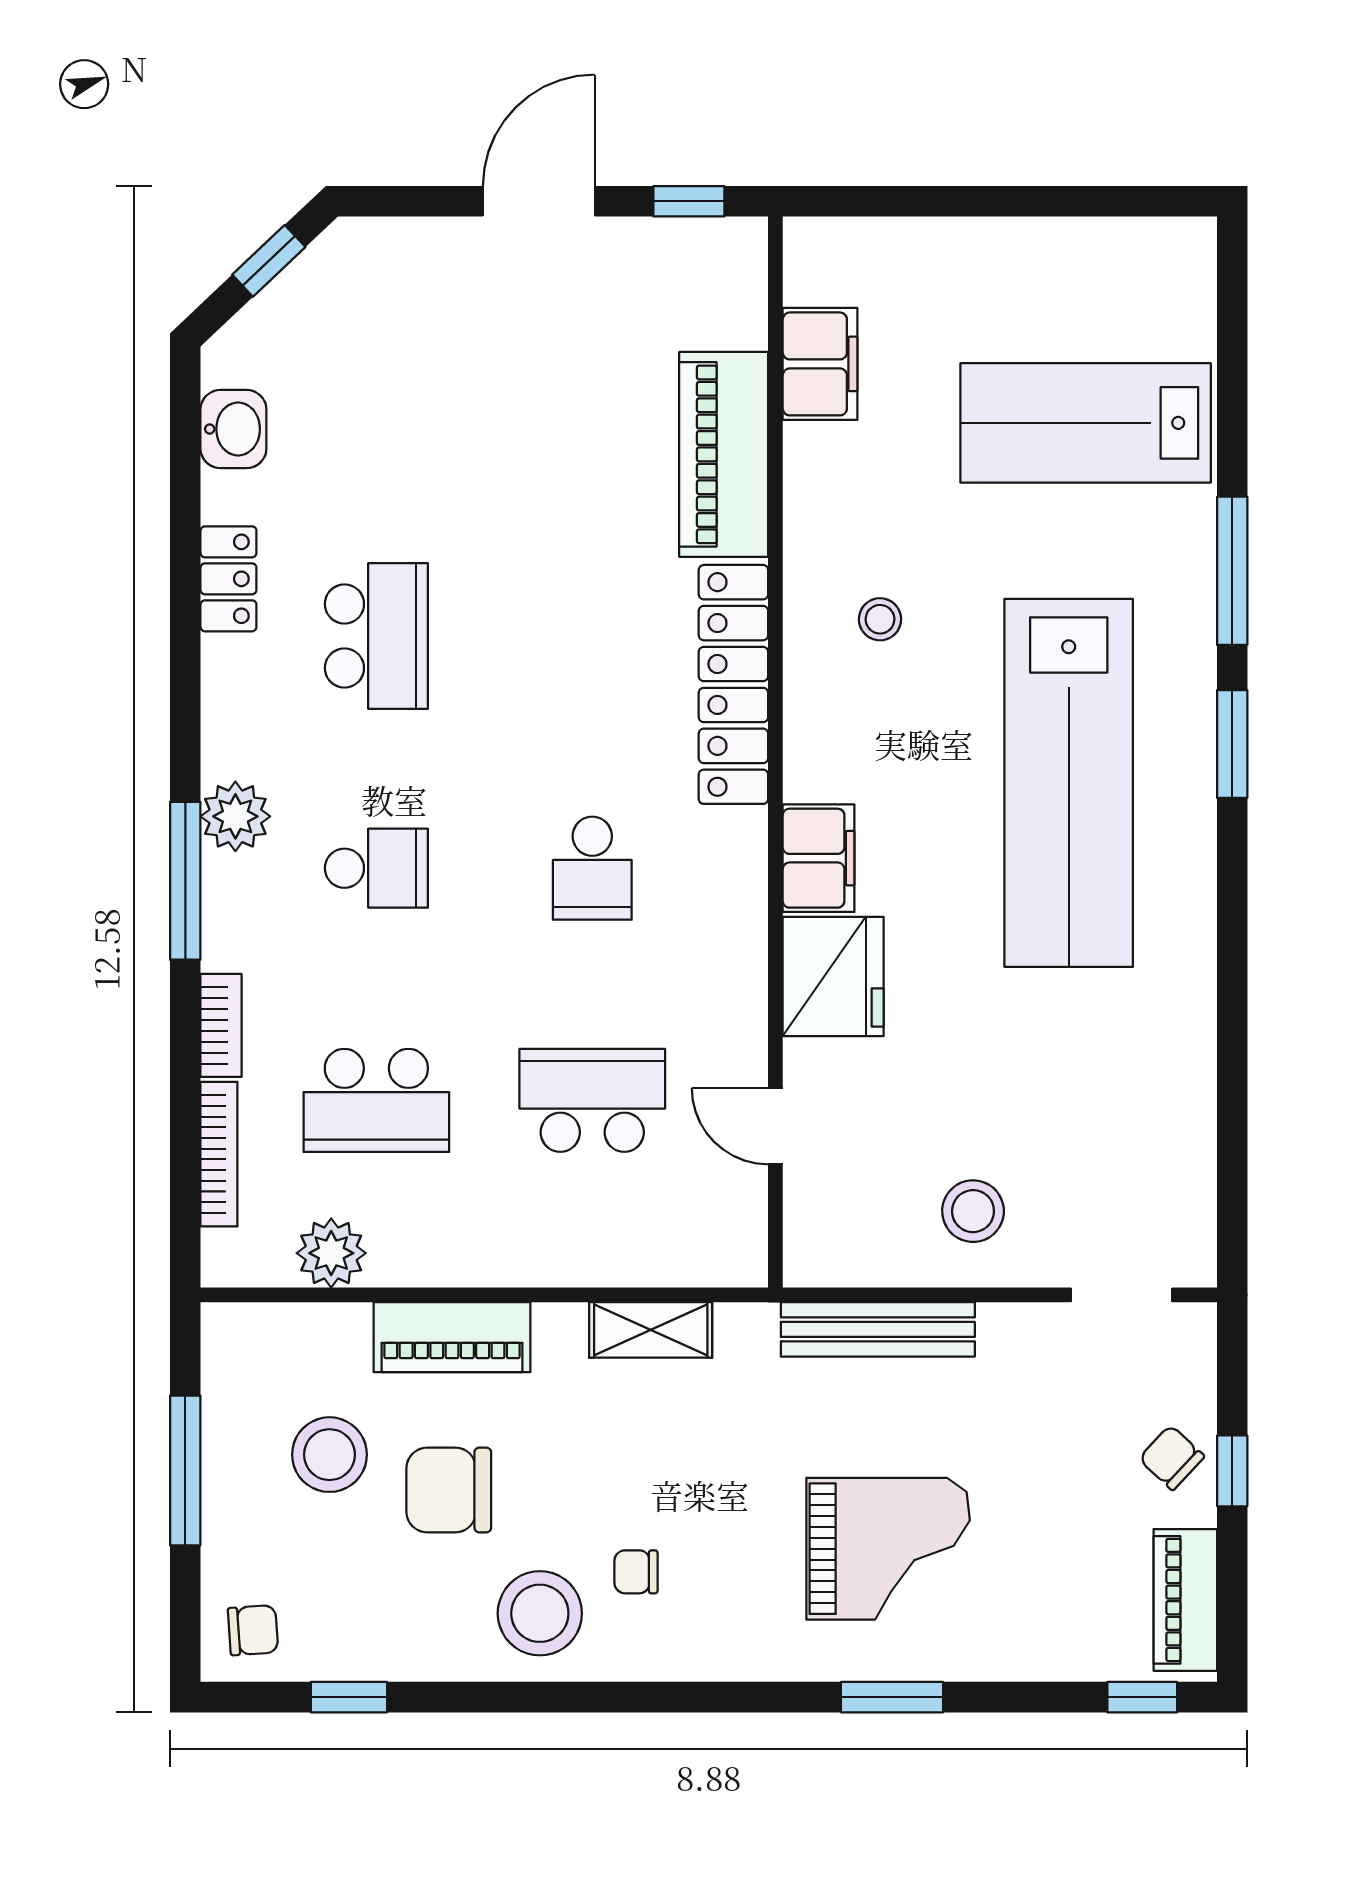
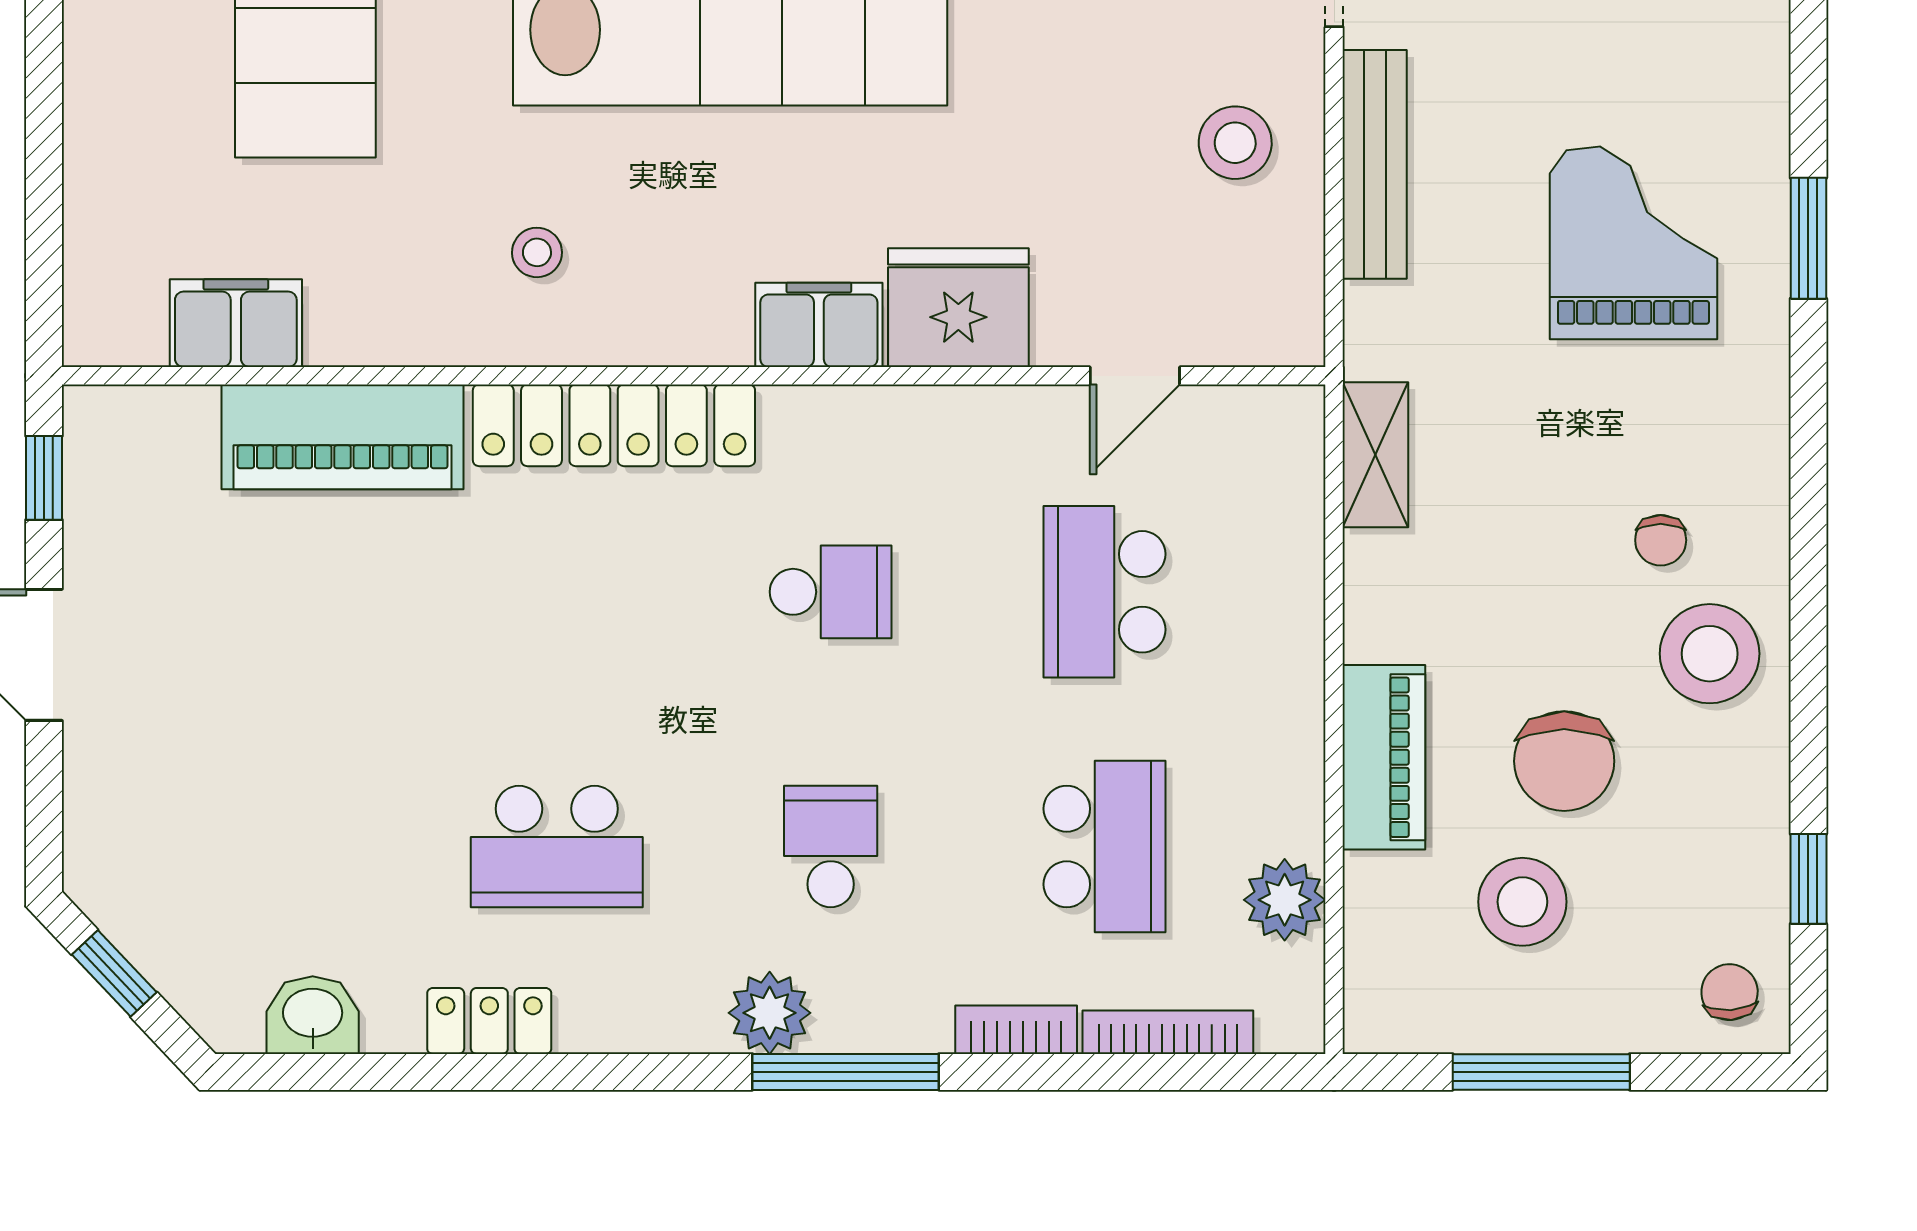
school desk: (376, 636) -> (557, 847), turned 180
bench: (878, 1329) -> (1375, 164), moved
shelving: (651, 1330) -> (1375, 455), moved

